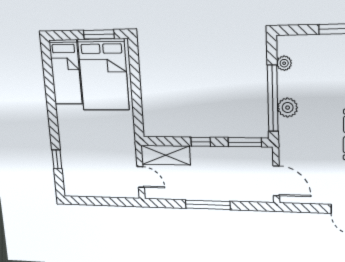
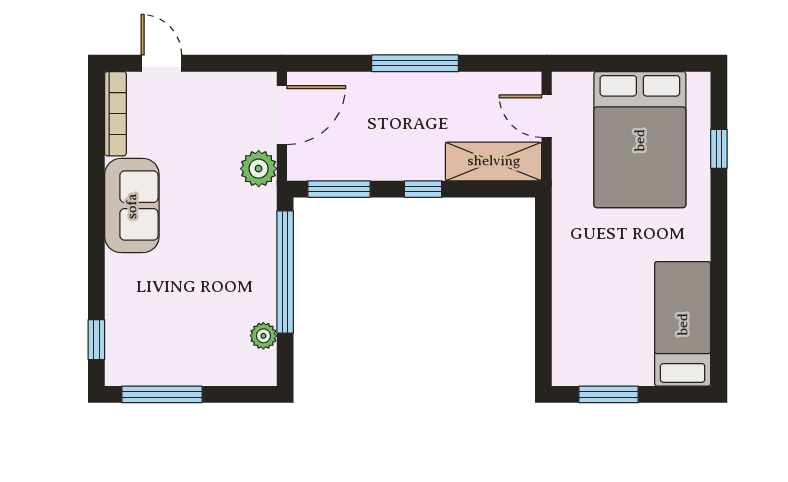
bed: (103, 75) -> (640, 140), moved, turned 180
plant: (288, 108) -> (259, 169), moved
door: (276, 181) -> (282, 115), swing flipped

